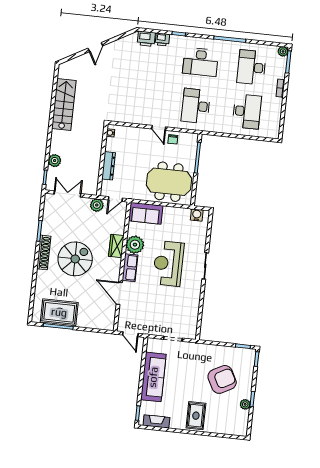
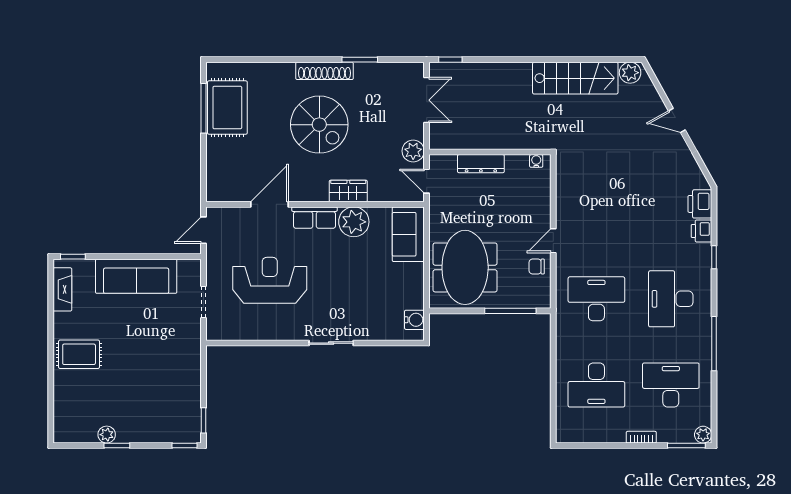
plant: (55, 161) -> (630, 73), moved
reception desk: (168, 264) -> (270, 280), moved
armchair: (222, 379) -> (144, 391), removed

